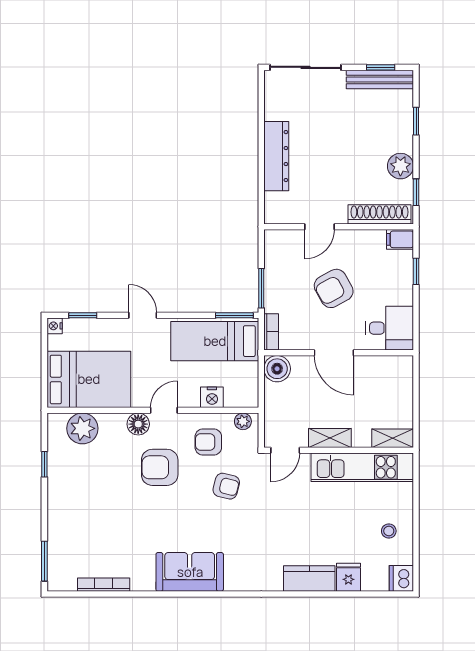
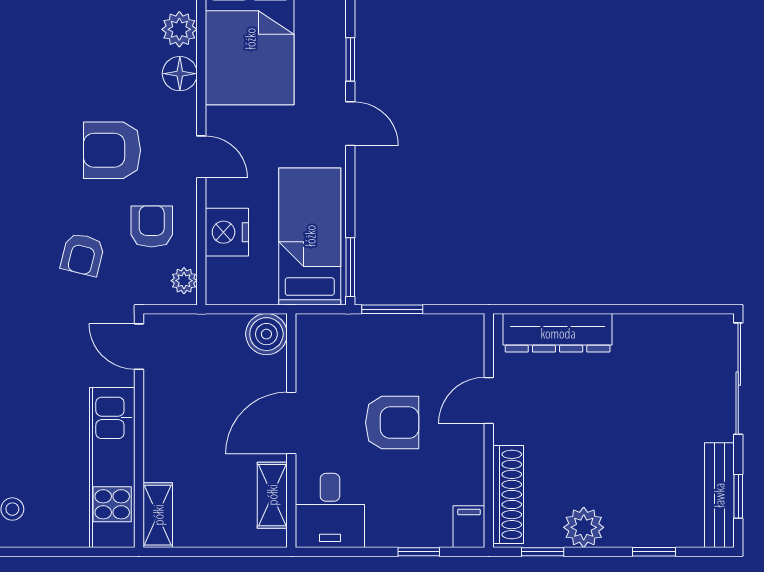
dresser: (276, 156) -> (558, 333), moved
door: (320, 227) -> (489, 401), hinge flipped
armchair: (334, 288) -> (392, 423), turned 119
window: (83, 315) -> (350, 59), moved
door: (143, 315) -> (350, 124), hinge flipped
bookcase: (271, 332) -> (324, 325), removed
nightstand: (212, 397) -> (227, 232), width x1.36, depth x1.33
floor lamp: (138, 424) -> (180, 74), moved
plant: (82, 428) -> (179, 29), width x0.73, depth x0.73
shelving: (330, 438) -> (272, 495), moved
armchair: (160, 467) -> (112, 150), turned -90

